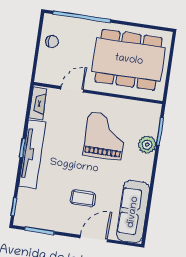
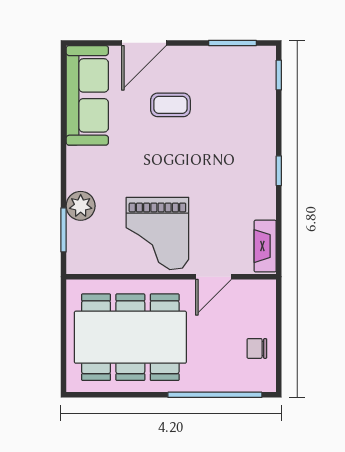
grand piano: (105, 136) -> (157, 233), moved
tv unit: (32, 154) -> (262, 164), removed

